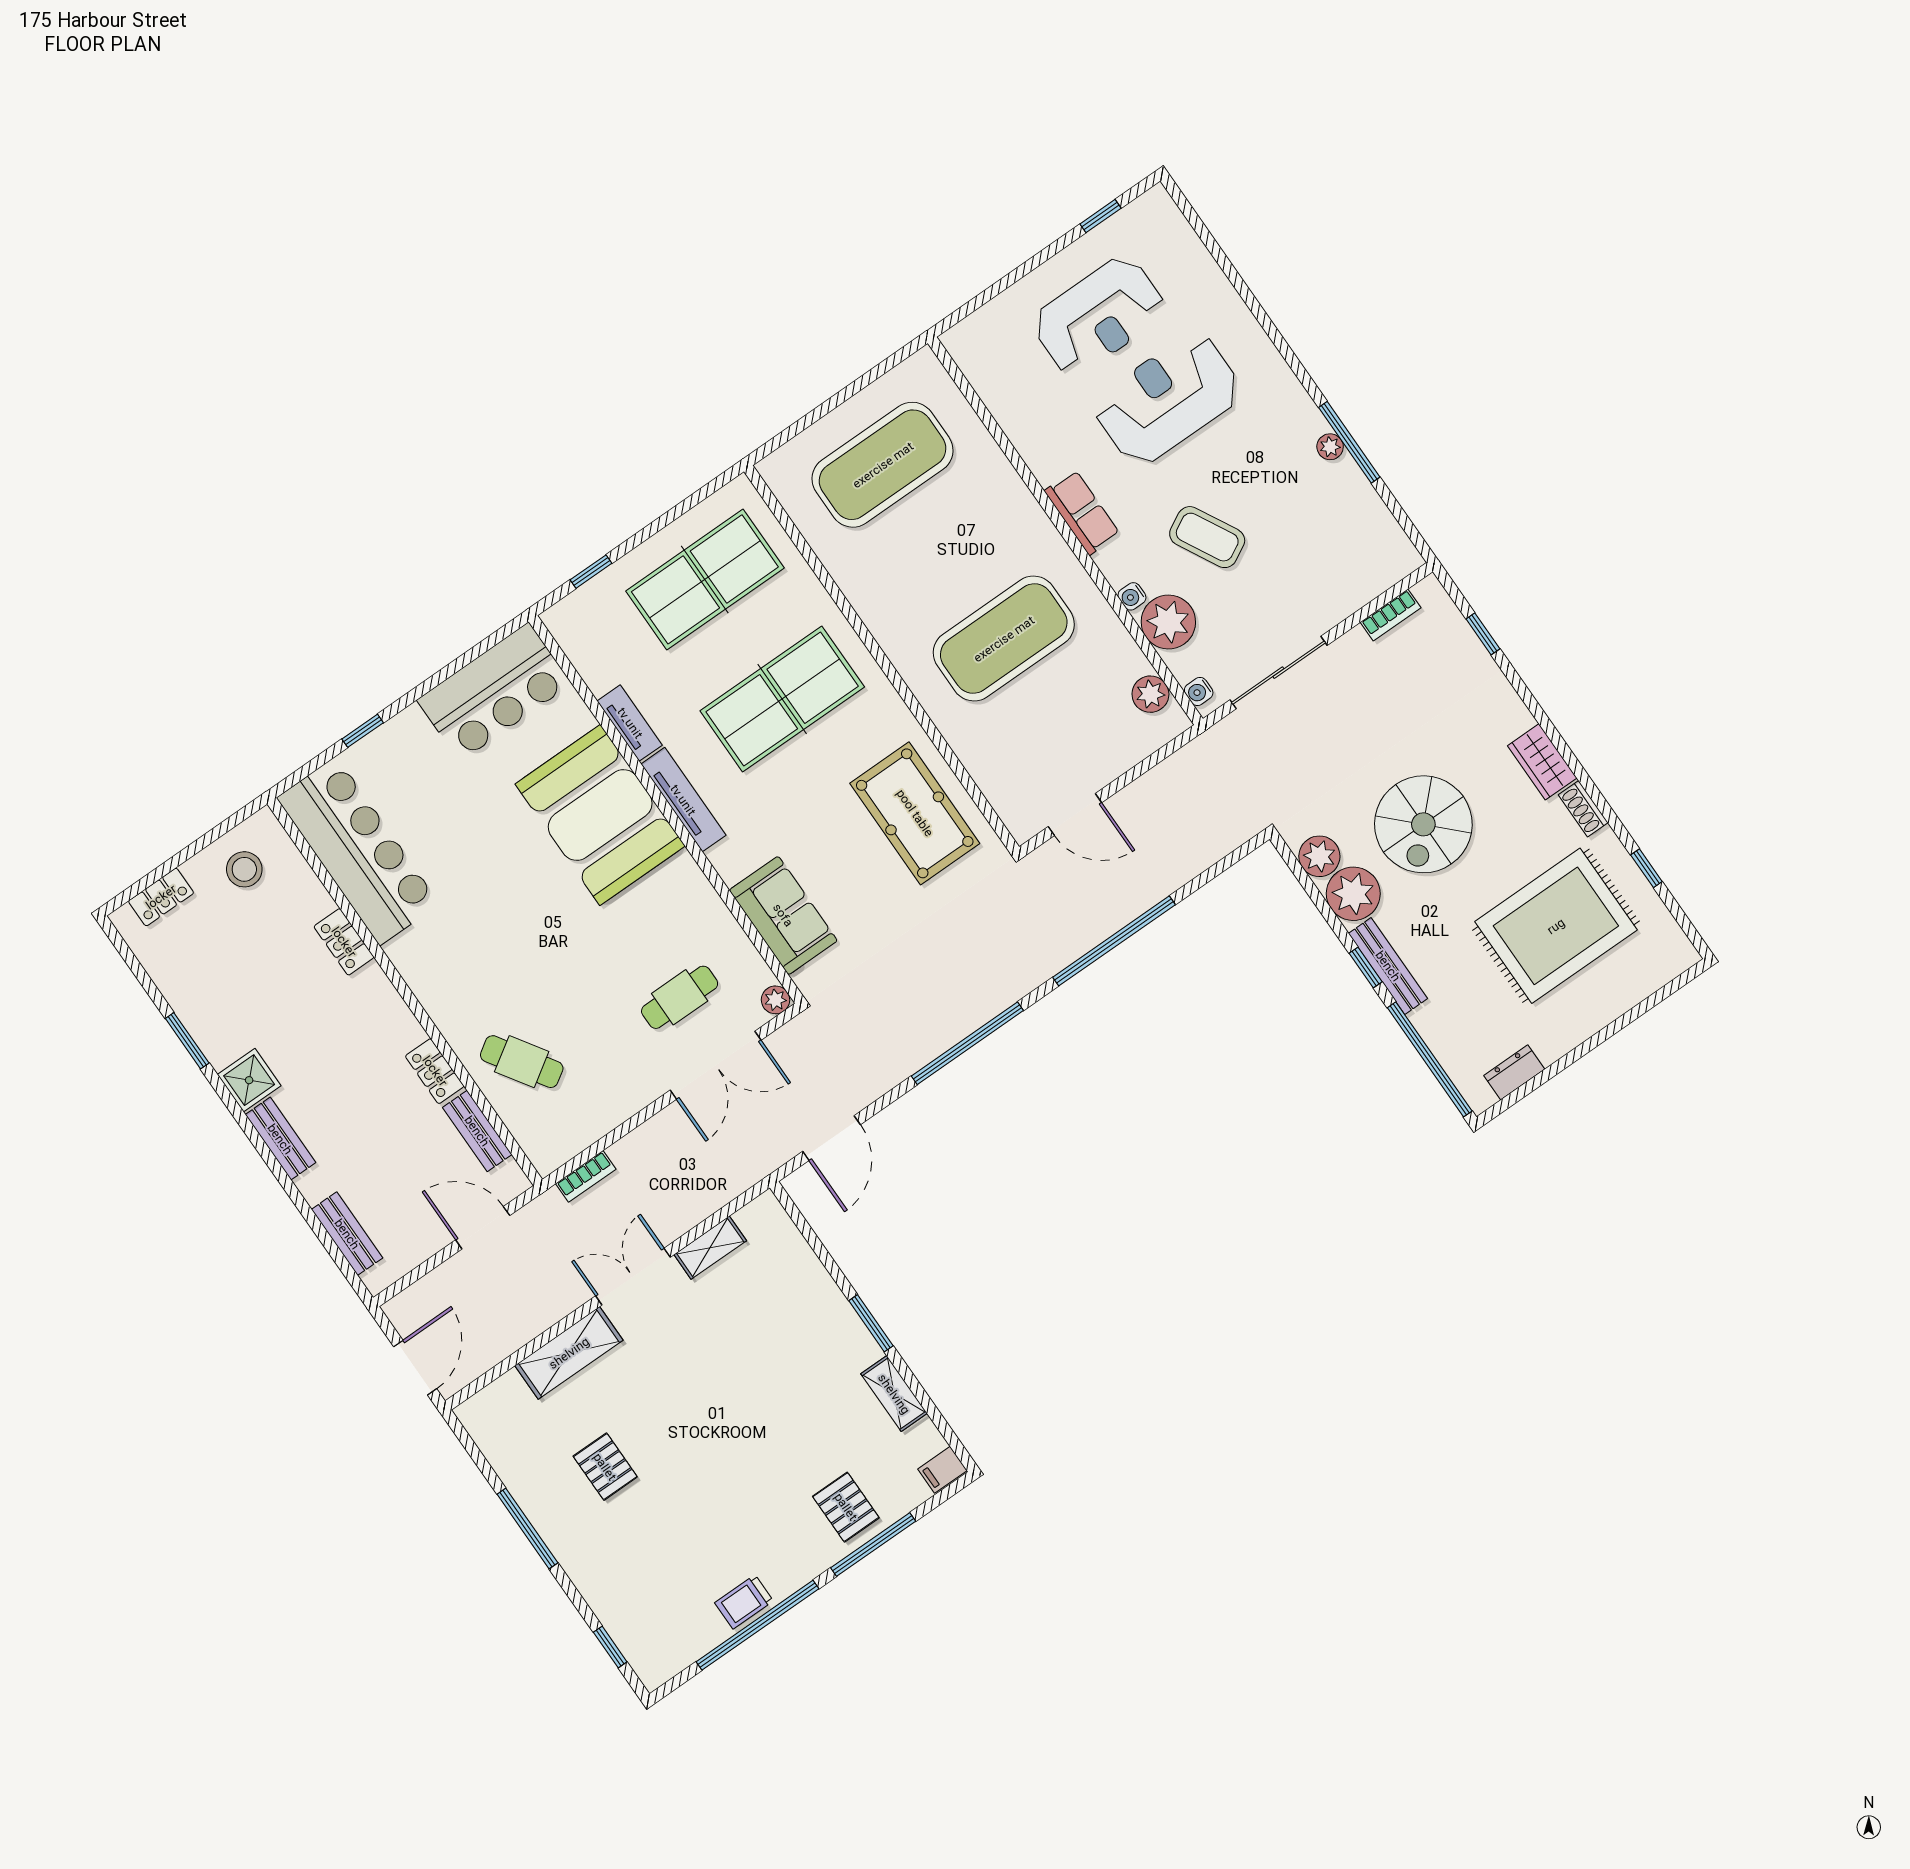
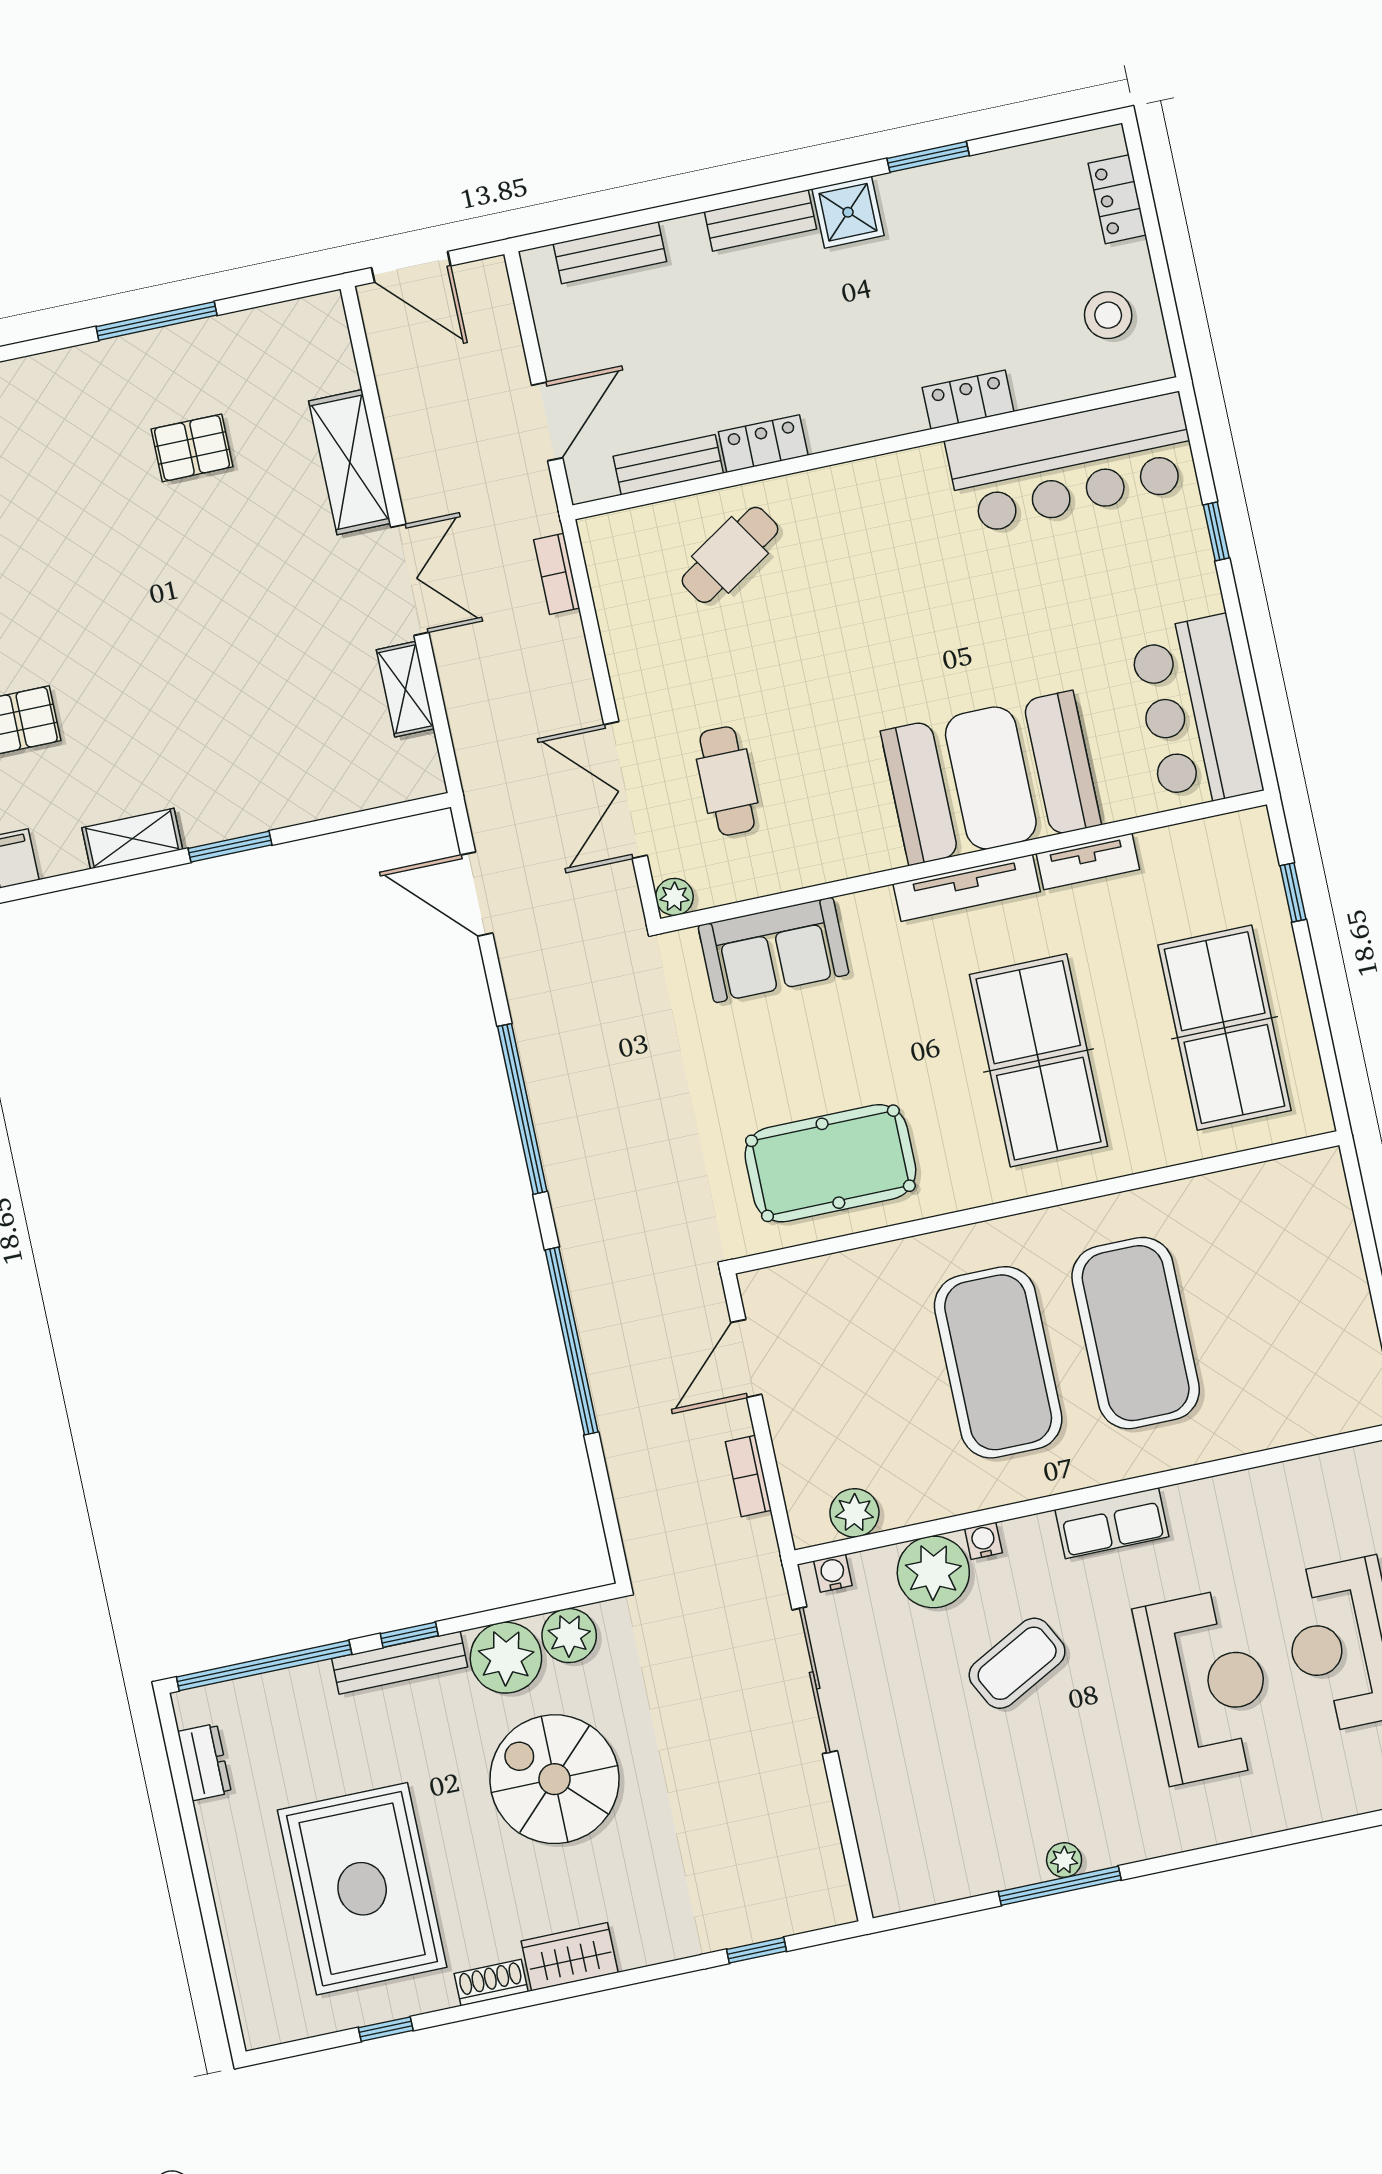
exercise mat: (883, 465) -> (1136, 1333), moved
bookcase: (1391, 615) -> (748, 1476), moved

